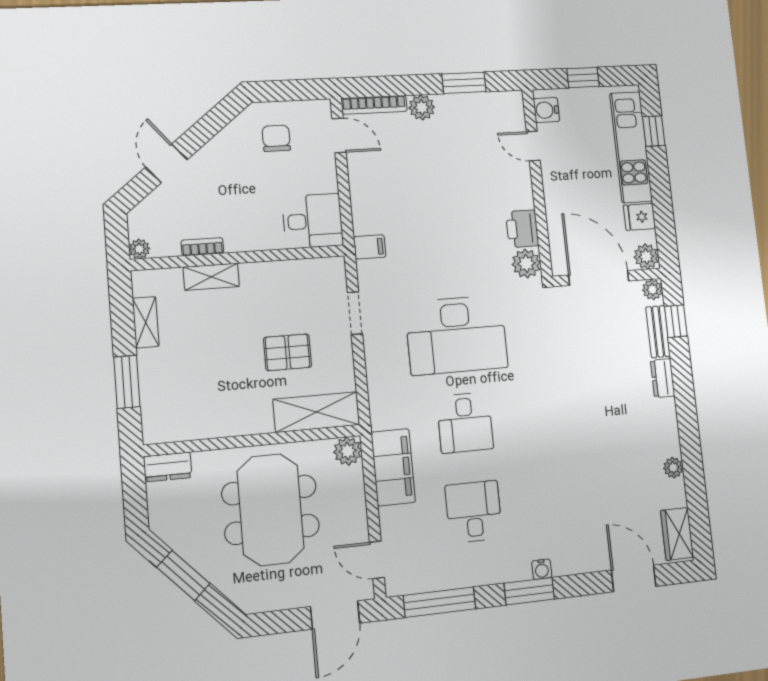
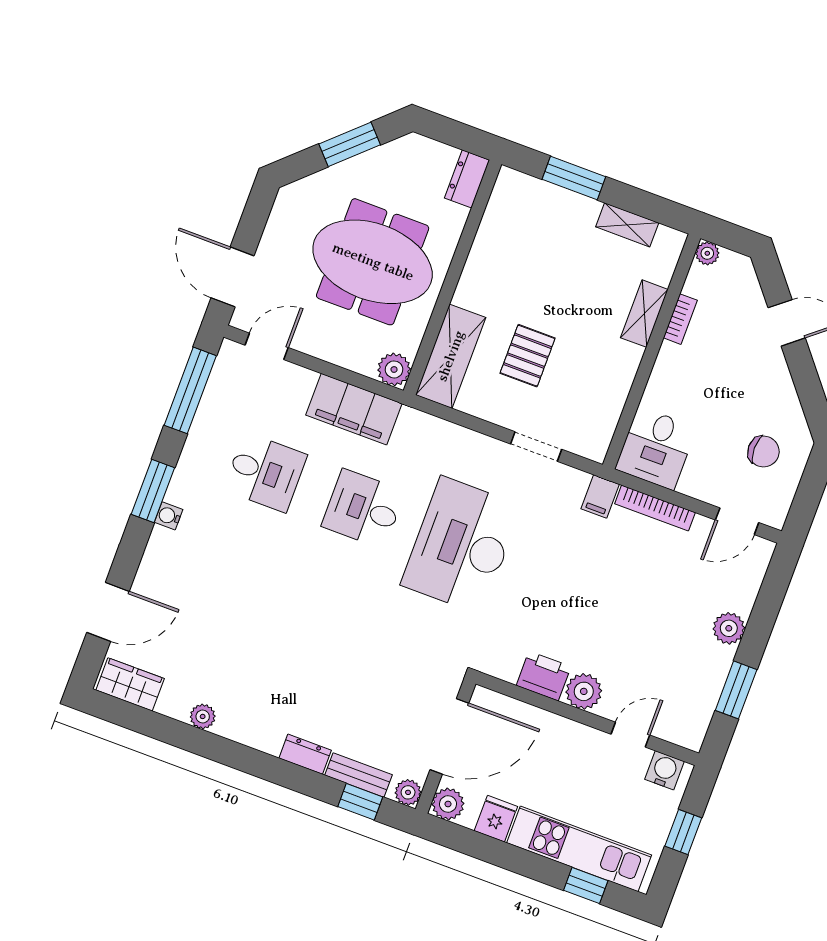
bookcase: (374, 105) -> (655, 508), moved, turned -90
plant: (526, 263) -> (584, 691), moved

